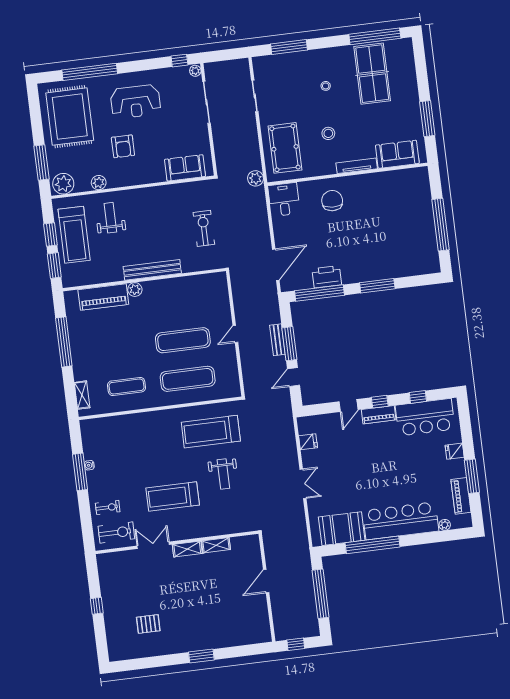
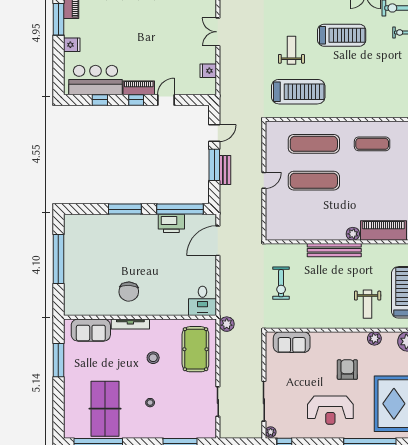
reception desk: (135, 102) -> (330, 410), turned 180
chair: (332, 201) -> (129, 292), moved

